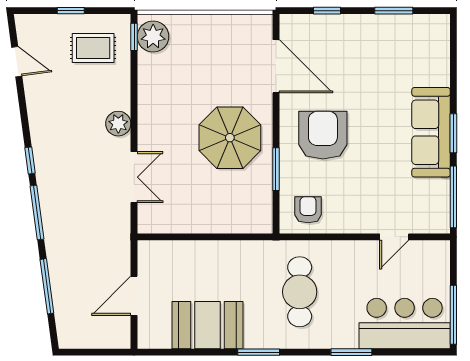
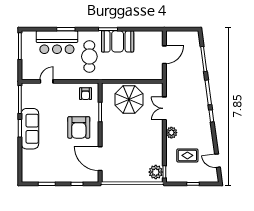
rug: (93, 48) -> (187, 155), moved
parasol: (230, 138) -> (129, 99), moved
bar counter: (405, 324) -> (57, 42), moved
booth: (208, 325) -> (118, 41), moved

